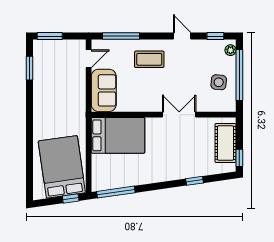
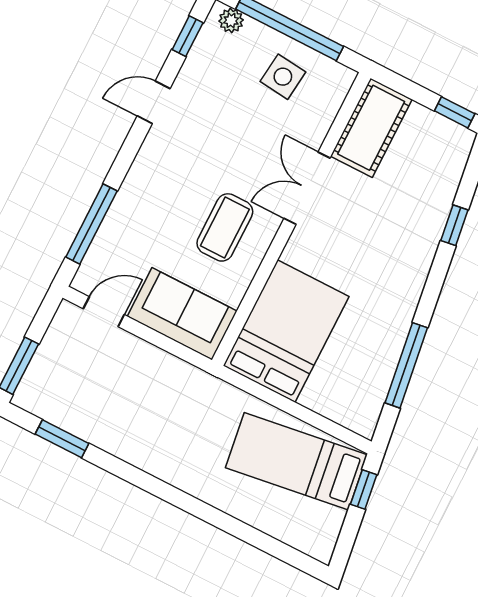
door: (89, 59) -> (104, 312), hinge flipped
coffee table: (149, 59) -> (225, 227), moved
cot: (226, 143) -> (371, 128), moved, turned 90
bed: (62, 167) -> (296, 461), width x0.67
window: (116, 192) -> (406, 365), moved

